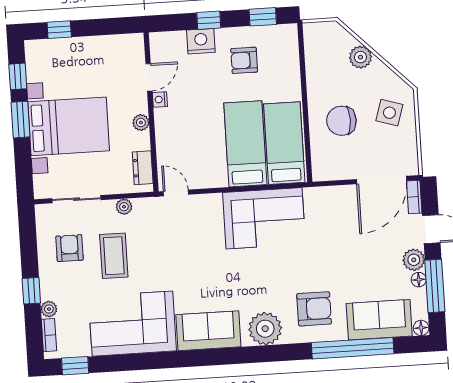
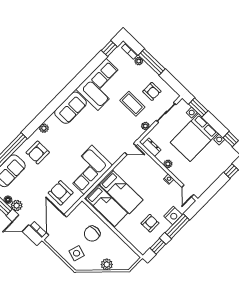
window: (209, 20) -> (177, 226), width x2.17
door: (149, 77) -> (188, 191), moved
window: (21, 120) -> (198, 107), moved
chair: (341, 121) -> (92, 234), turned 180
armchair: (334, 221) -> (61, 193), added
window: (31, 291) -> (152, 62), width x2.17
plant: (265, 329) -> (44, 128), width x0.53, depth x0.53

